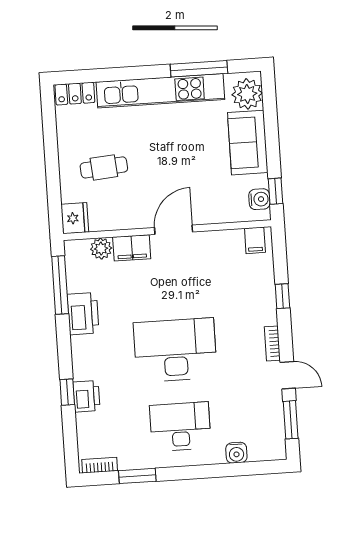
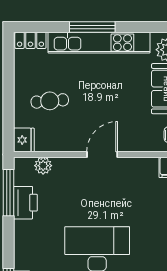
window: (199, 69) -> (92, 27), moved
filing cabinet: (132, 248) -> (68, 167), removed
printer: (83, 314) -> (25, 203), moved

